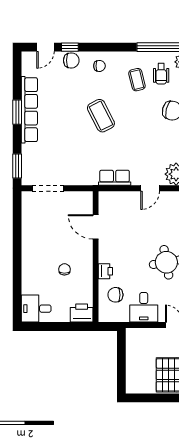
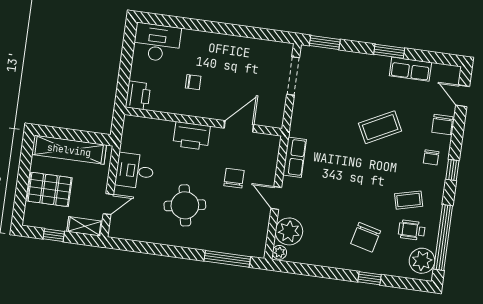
window: (70, 47) -> (452, 170), moved
row of seats: (29, 110) -> (410, 69), width x0.50
coffee table: (101, 116) -> (380, 127), moved
printer: (105, 271) -> (192, 136), width x1.87, depth x1.48
chair: (115, 295) -> (234, 178), moved
desk: (36, 309) -> (157, 43), width x1.37
shelving: (134, 363) -> (69, 150), added

